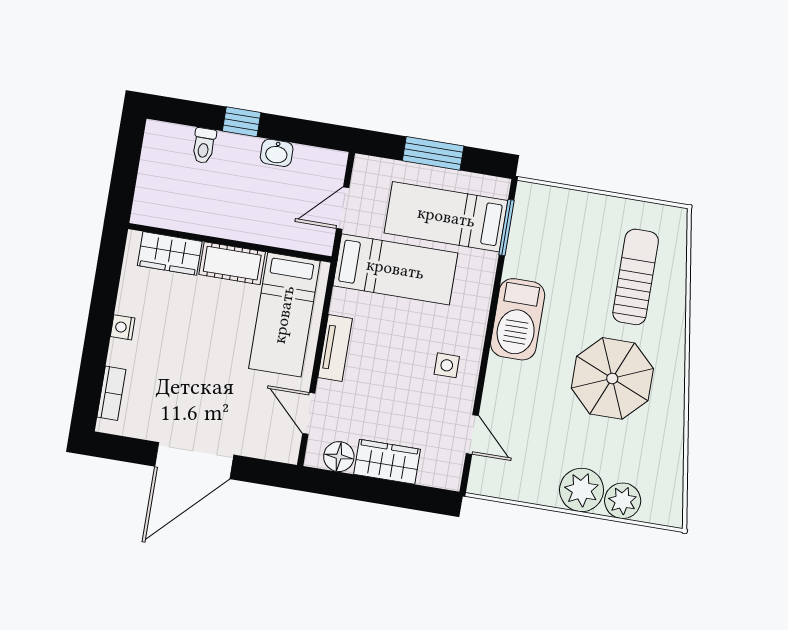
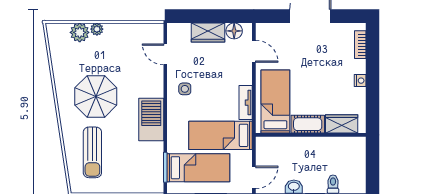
door: (343, 208) -> (254, 177), moved
tv unit: (335, 348) -> (246, 103), moved
plant: (582, 490) -> (97, 29), width x0.53, depth x0.53

